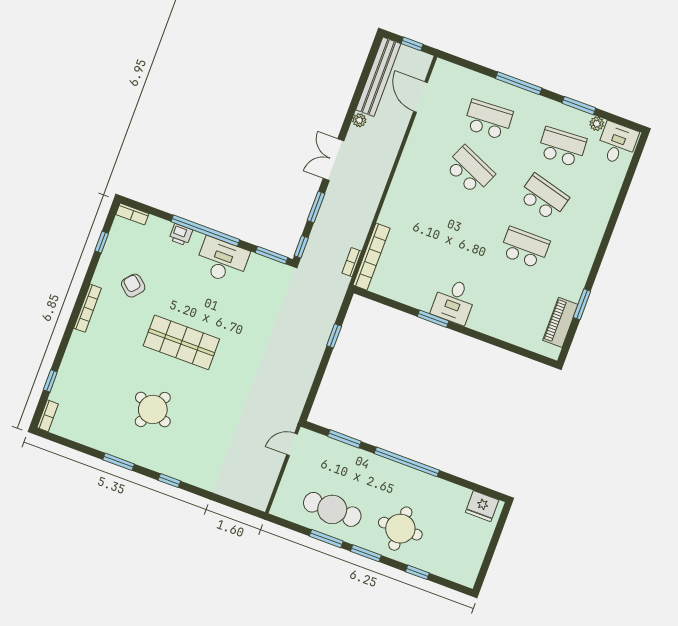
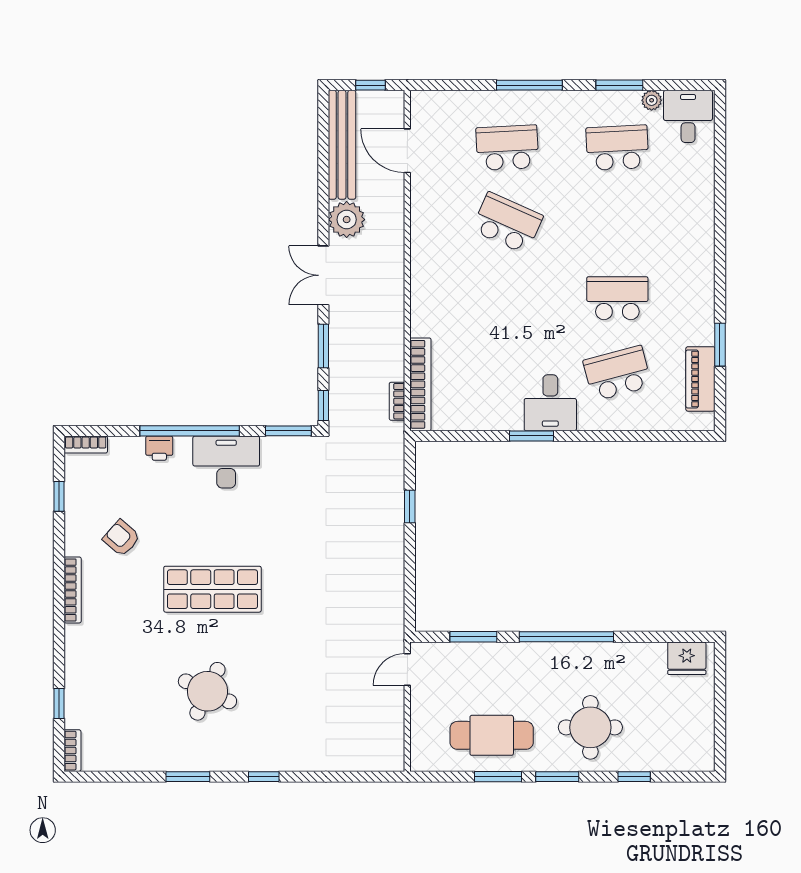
plant: (359, 120) -> (347, 220), width x1.87, depth x1.87
school desk: (543, 197) -> (617, 373), moved, turned -30

